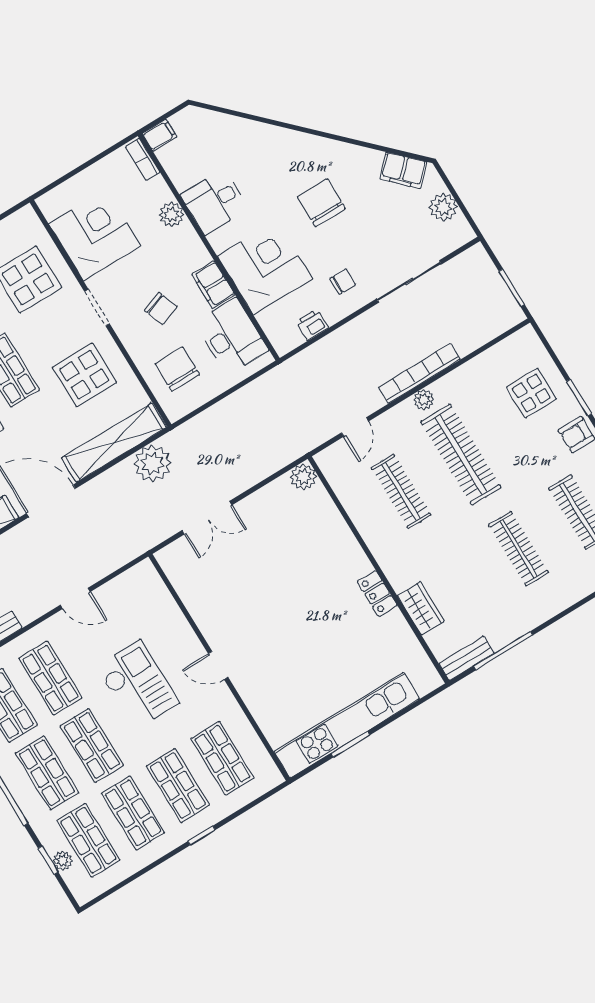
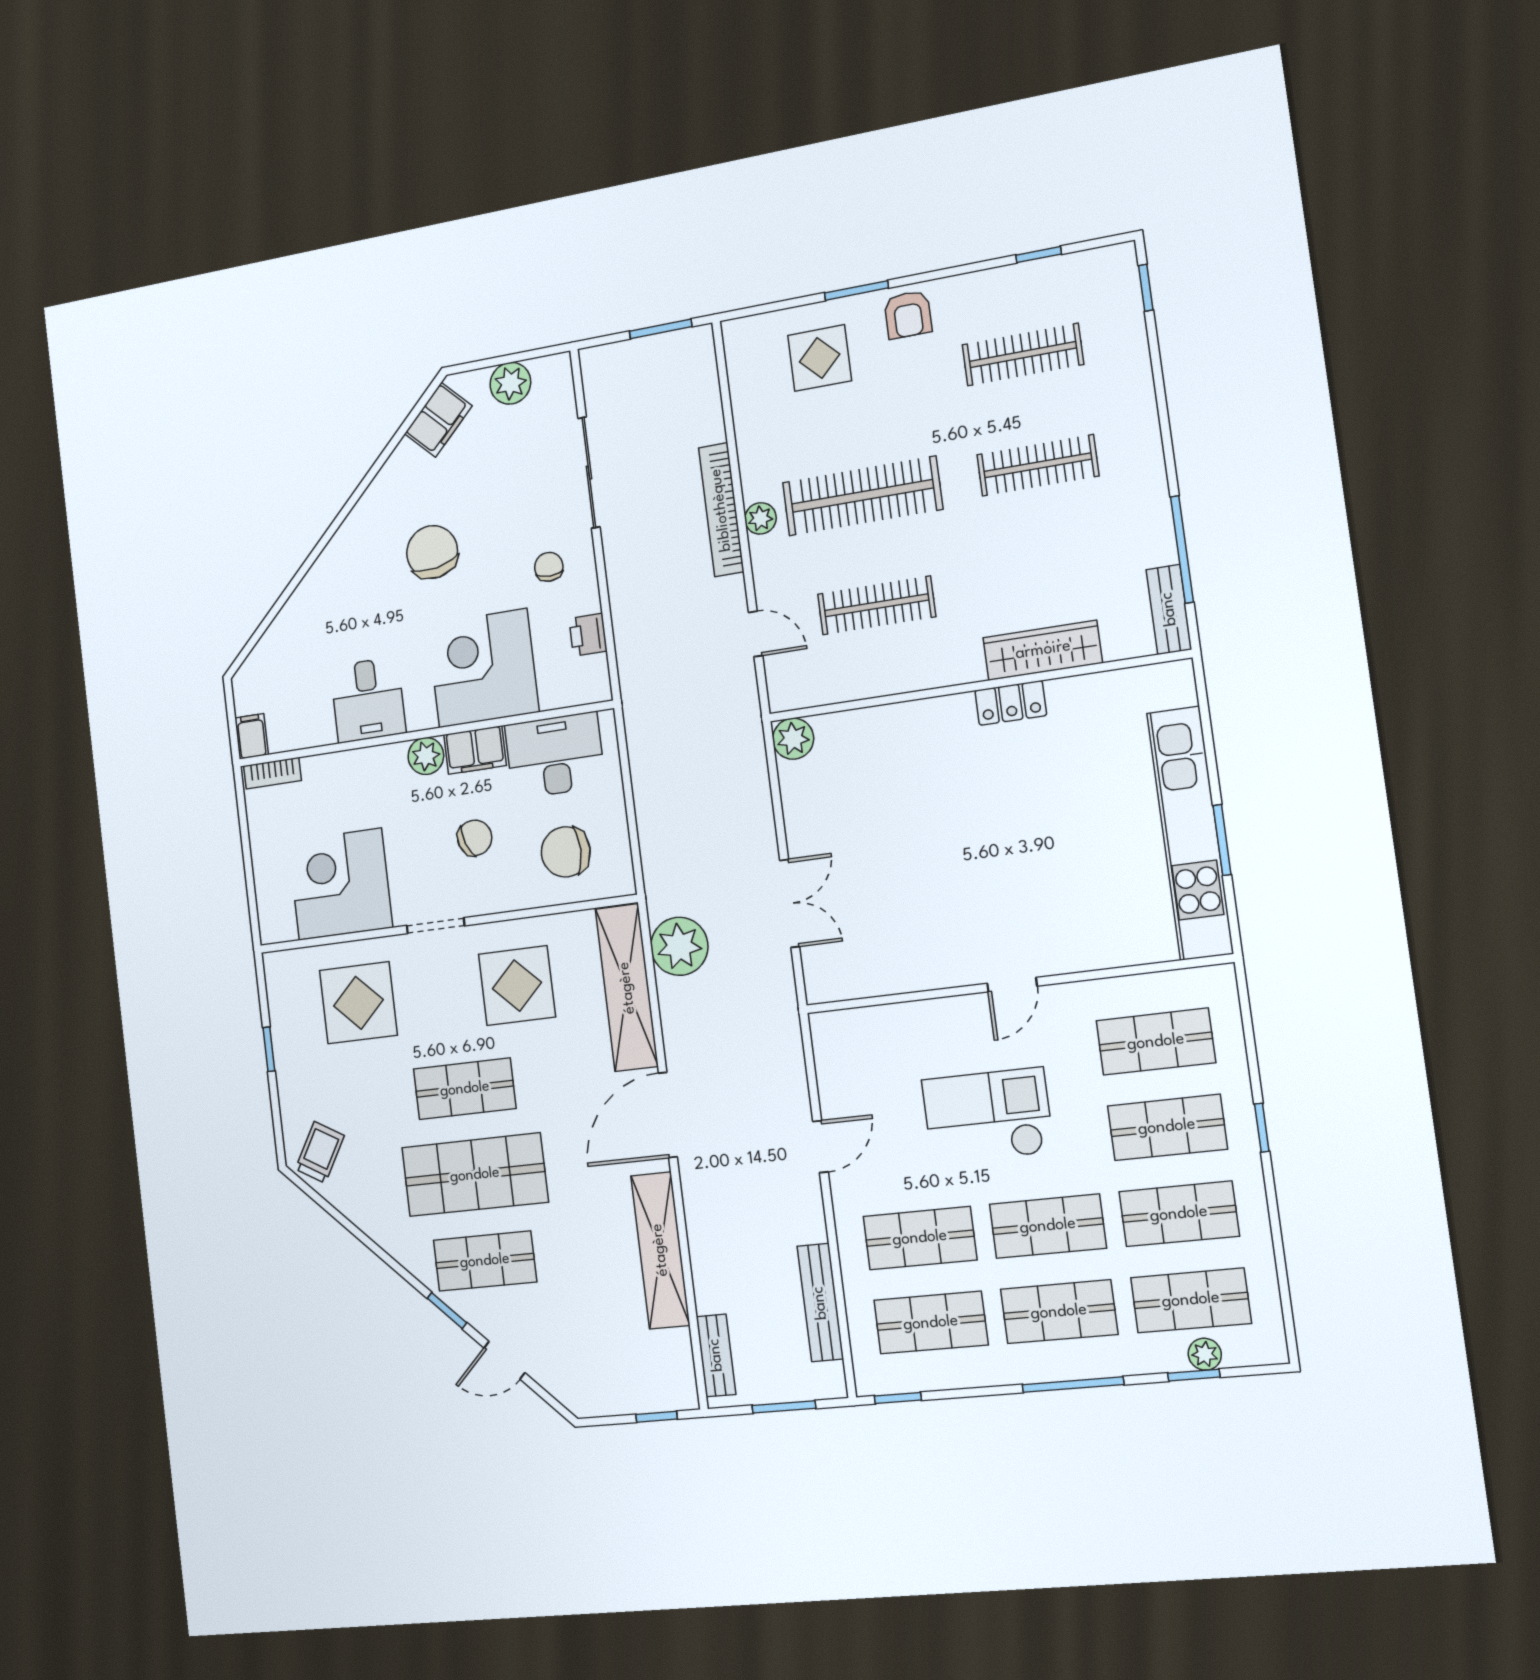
chair: (321, 203) -> (432, 552), turned 80
plant: (172, 215) -> (426, 756), moved
wardrobe: (421, 608) -> (1043, 650), width x1.50

